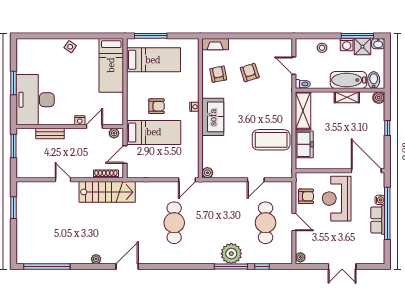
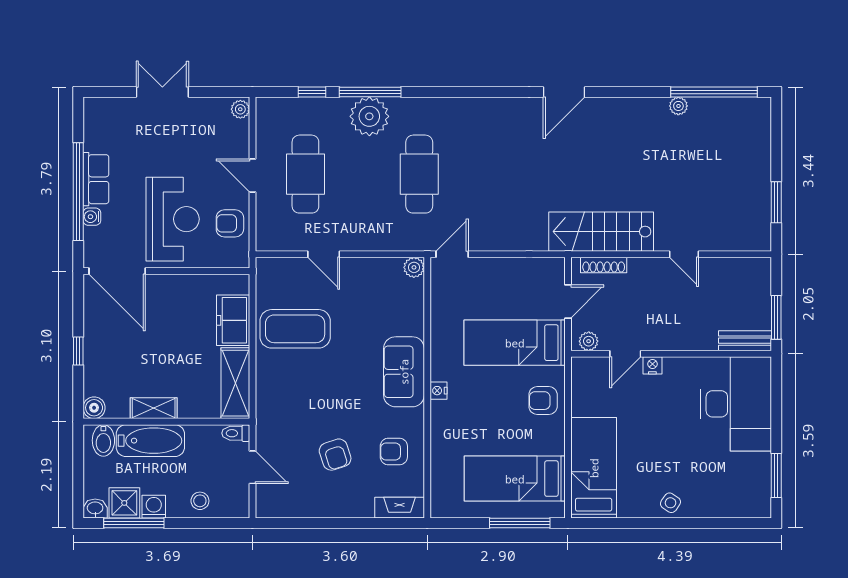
armchair: (218, 74) -> (394, 452), turned 101
window: (14, 83) -> (776, 475), moved
armchair: (157, 106) -> (543, 401), moved
bench: (50, 133) -> (745, 341), moved
door: (256, 180) -> (324, 254), swing flipped
cafe table: (174, 223) -> (419, 174), moved
plant: (96, 259) -> (678, 106), moved

